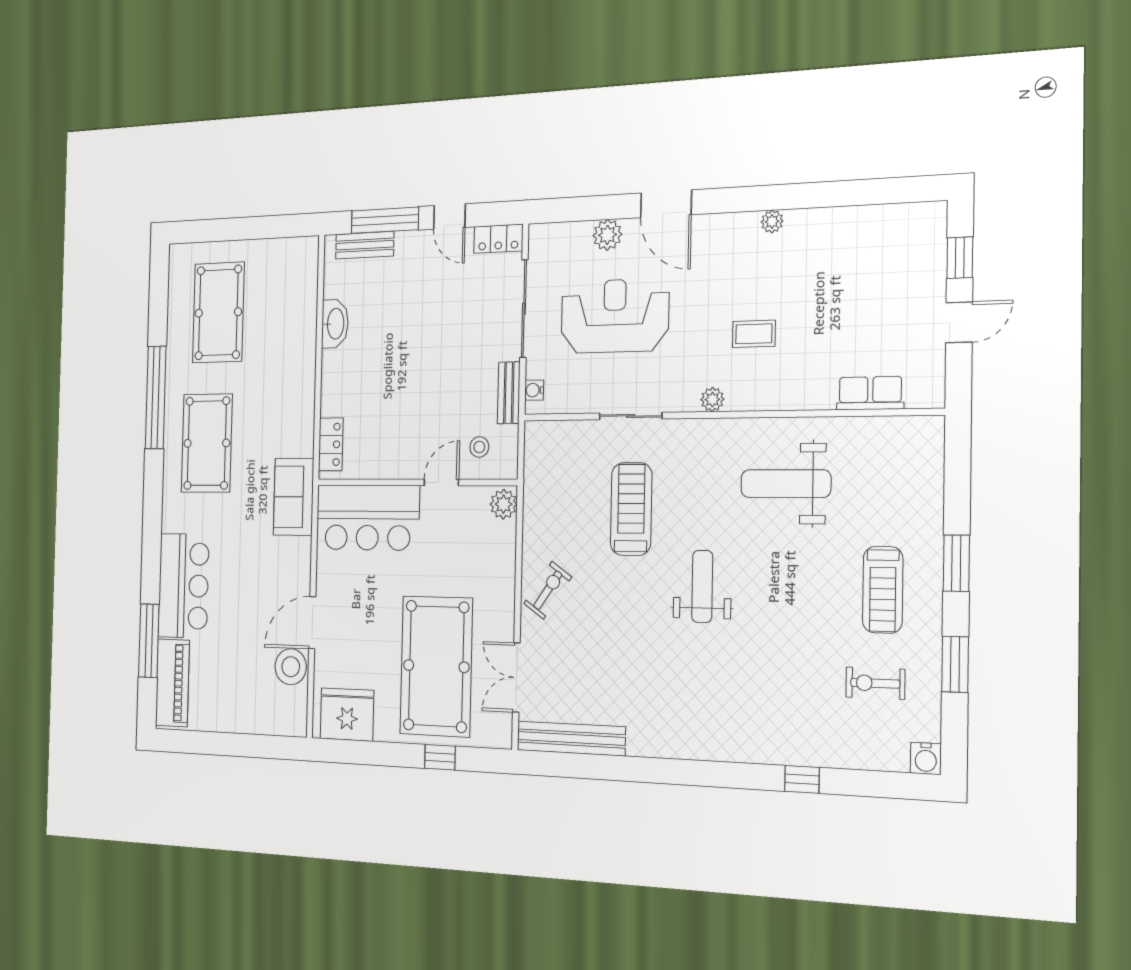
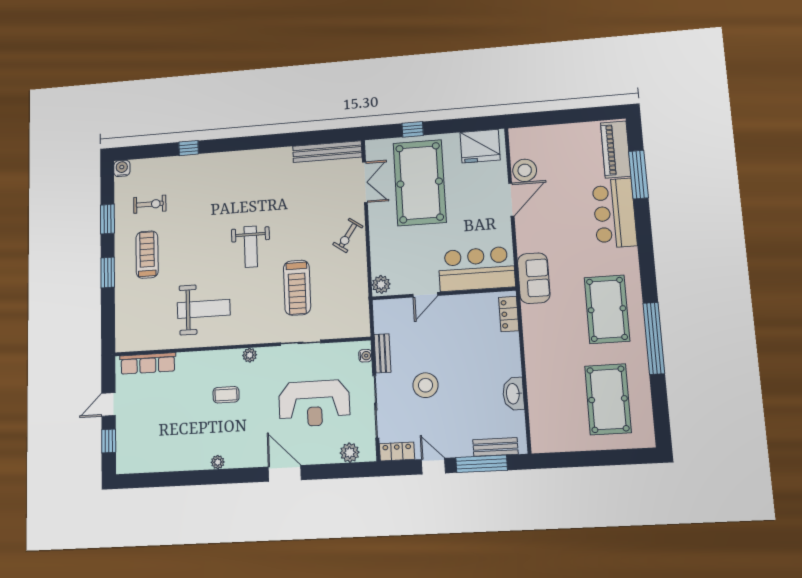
plant: (607, 235) -> (350, 453), moved
row of seats: (870, 393) -> (148, 363), width x1.48
stool: (479, 447) -> (425, 385), moved, width x1.89, depth x1.89

